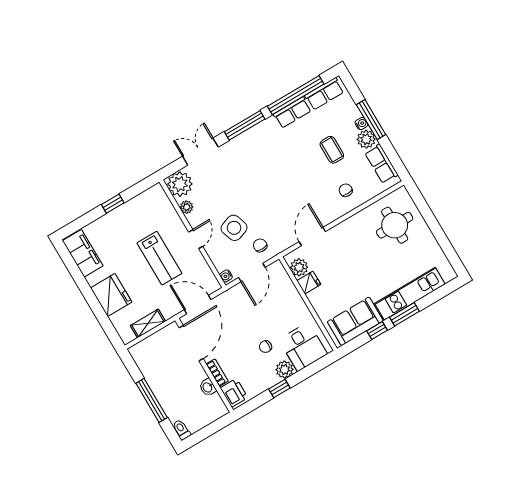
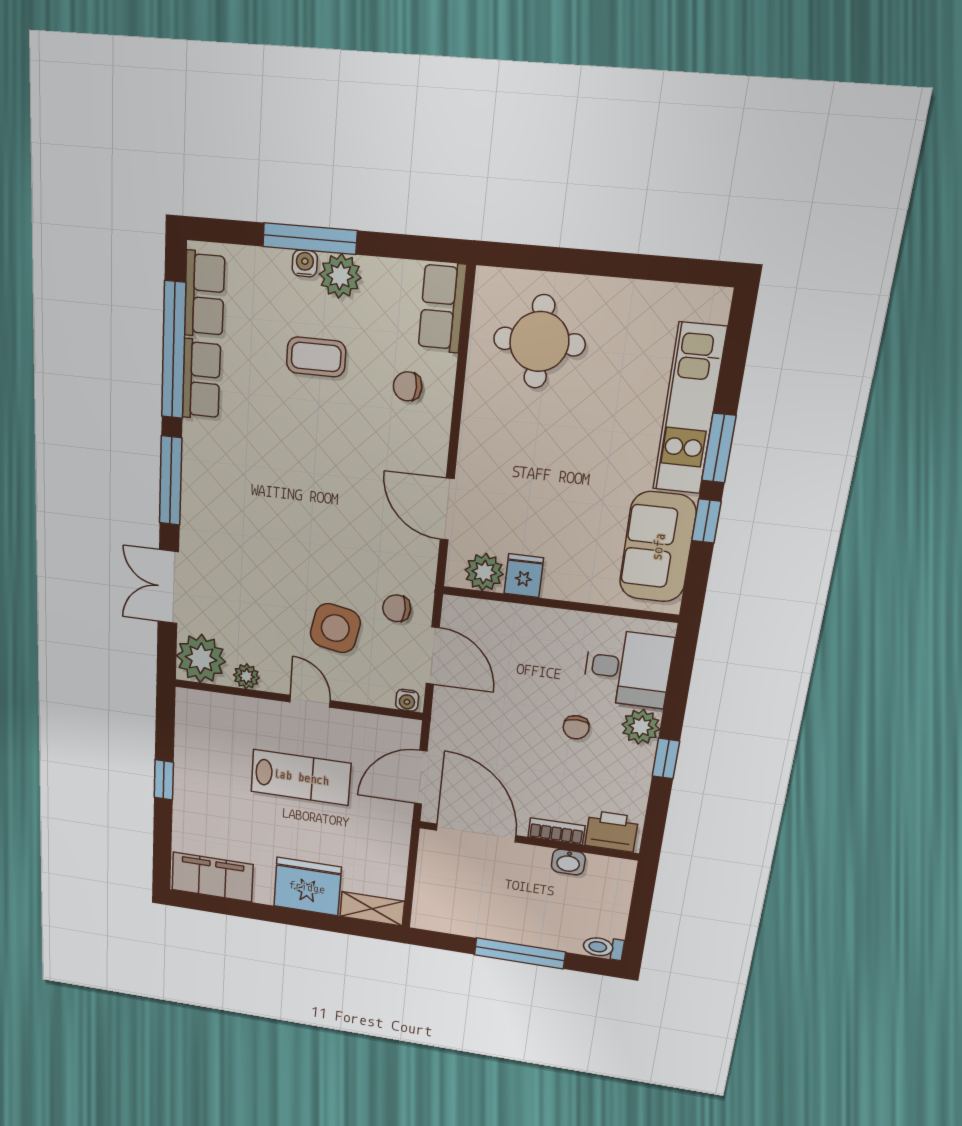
row of seats: (381, 164) -> (442, 307), moved, turned 90
side table: (234, 228) -> (335, 628), turned 30
shelving: (148, 323) -> (372, 909), moved, turned 90

